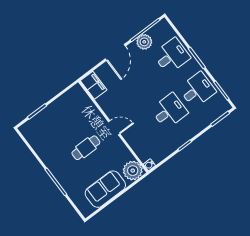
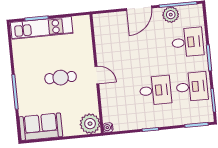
filing cabinet: (94, 85) -> (102, 26), removed
kitchen unit: (46, 117) -> (42, 28), added
sofa: (105, 189) -> (41, 127), moved

